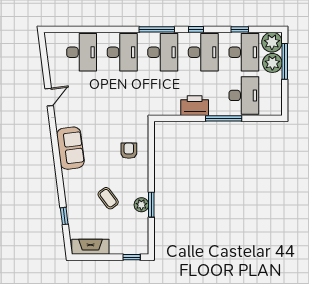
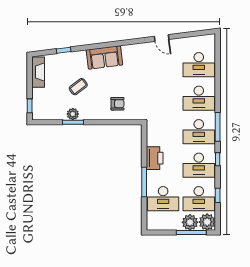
sofa: (70, 148) -> (104, 57), moved

